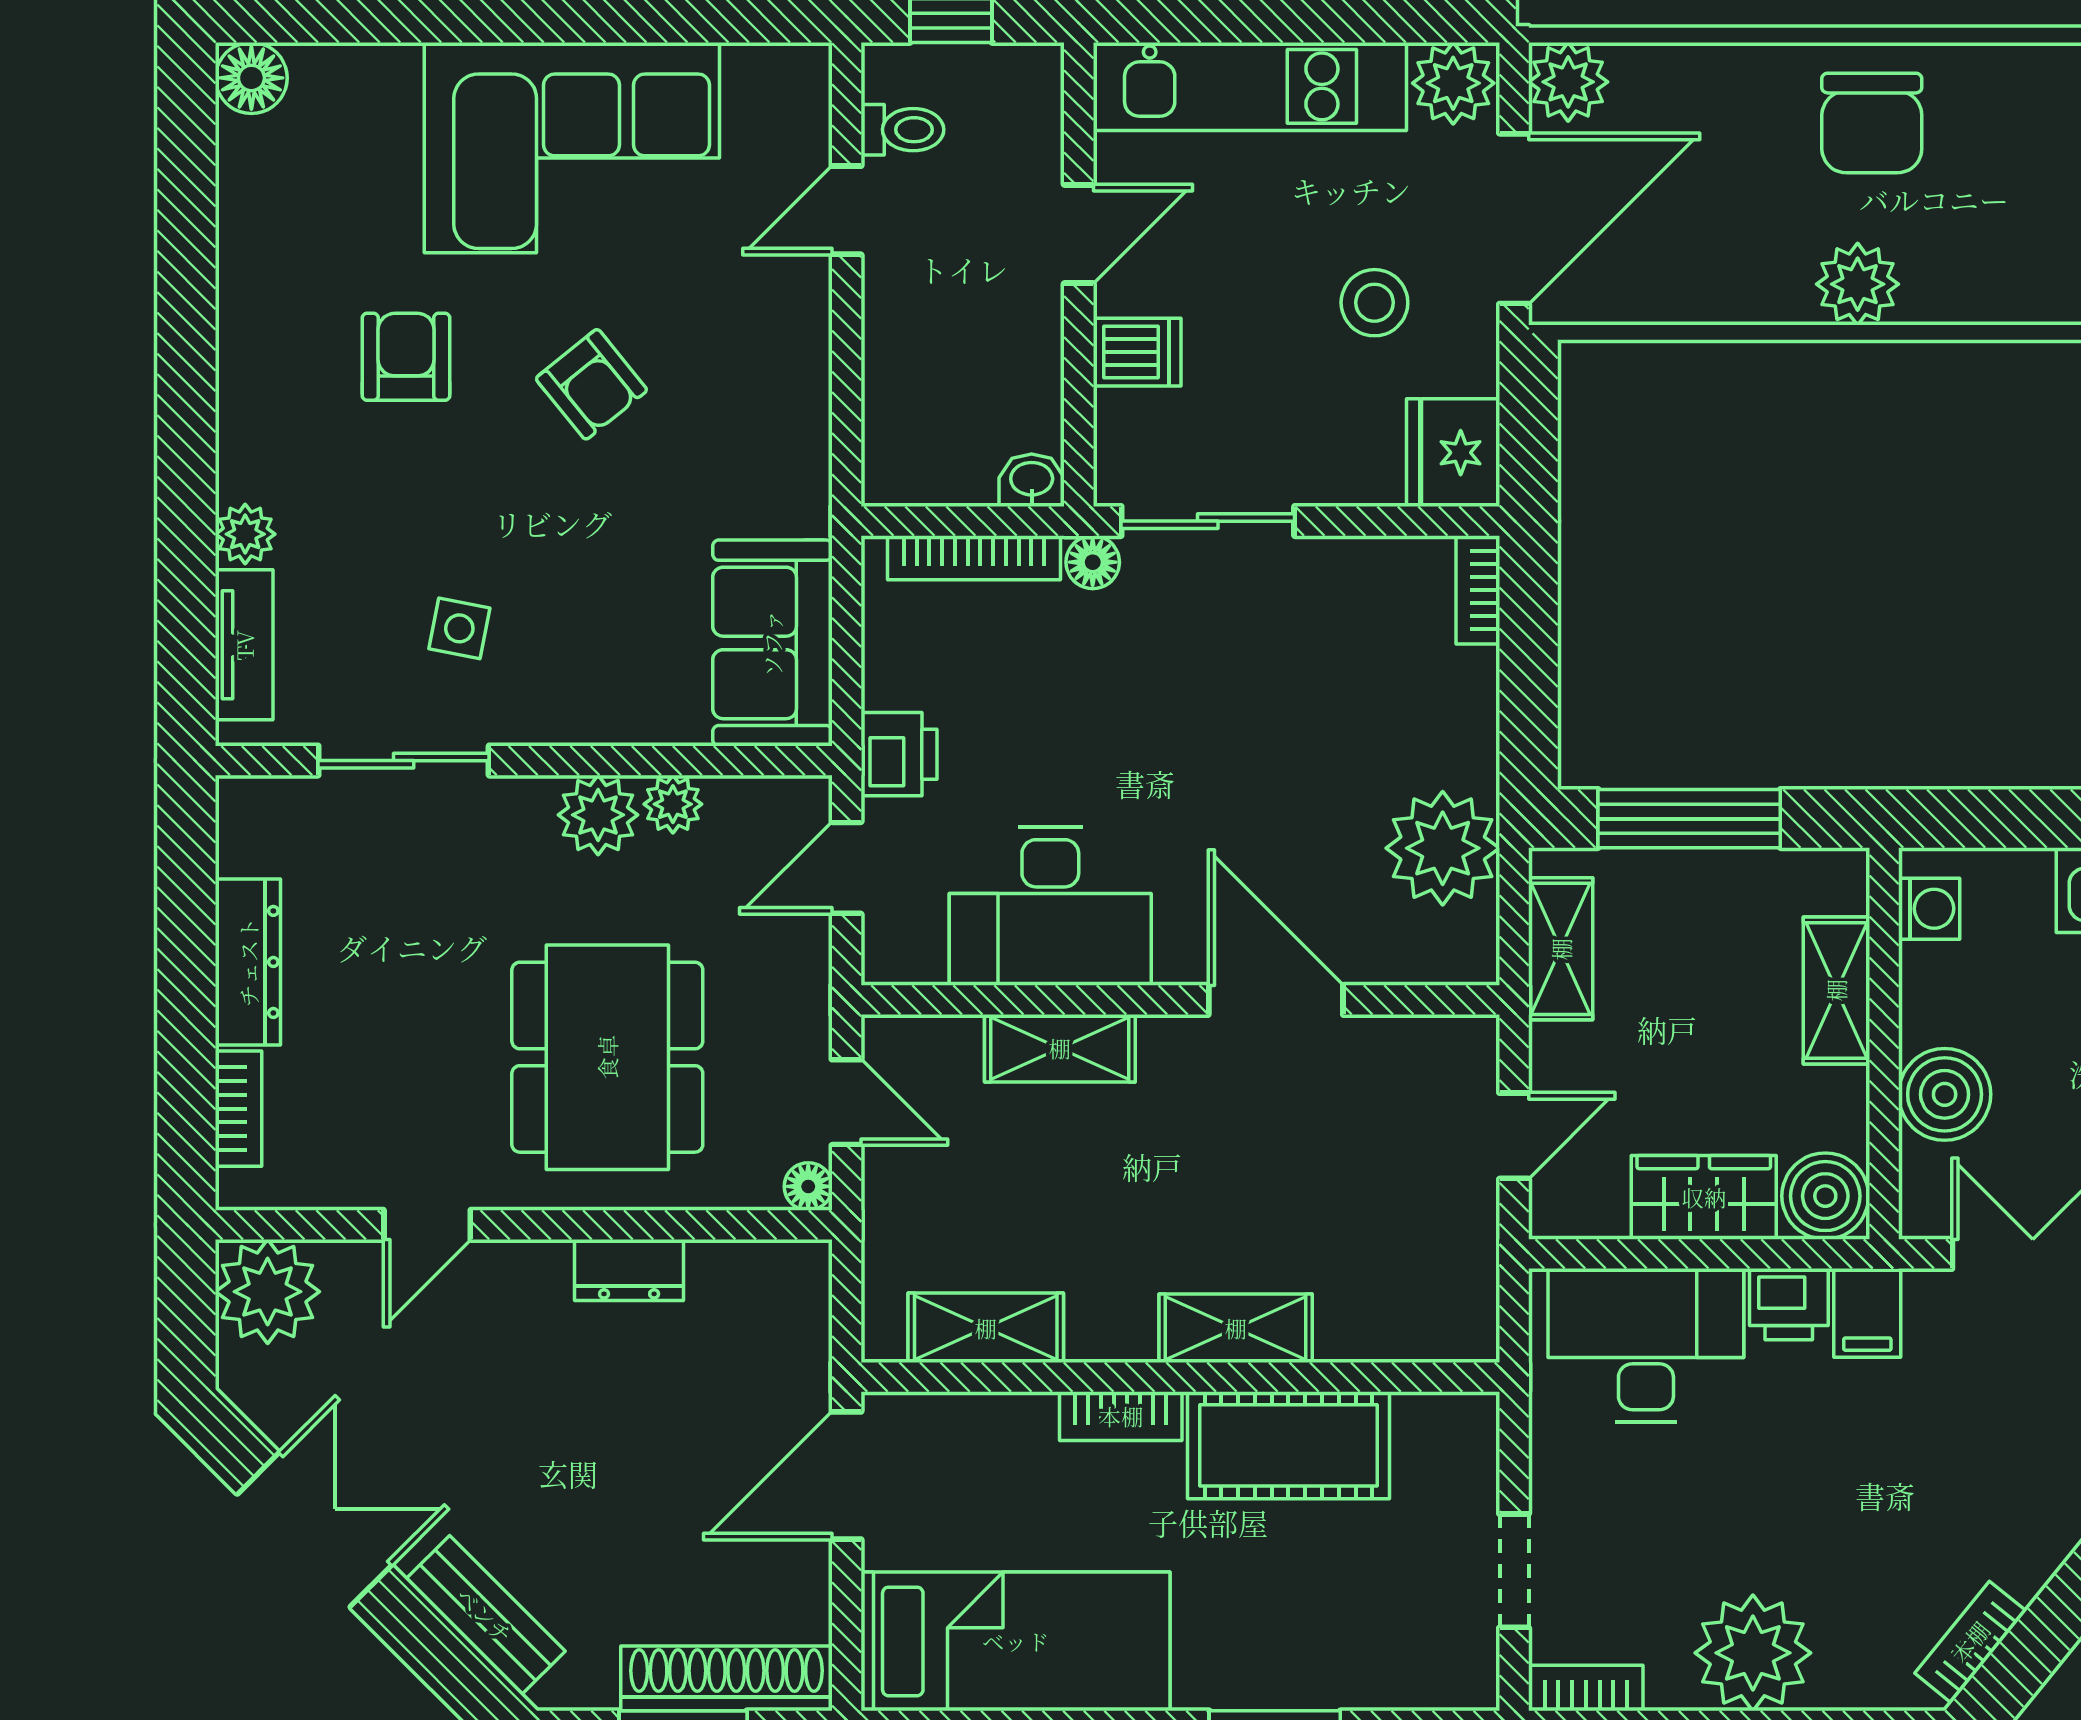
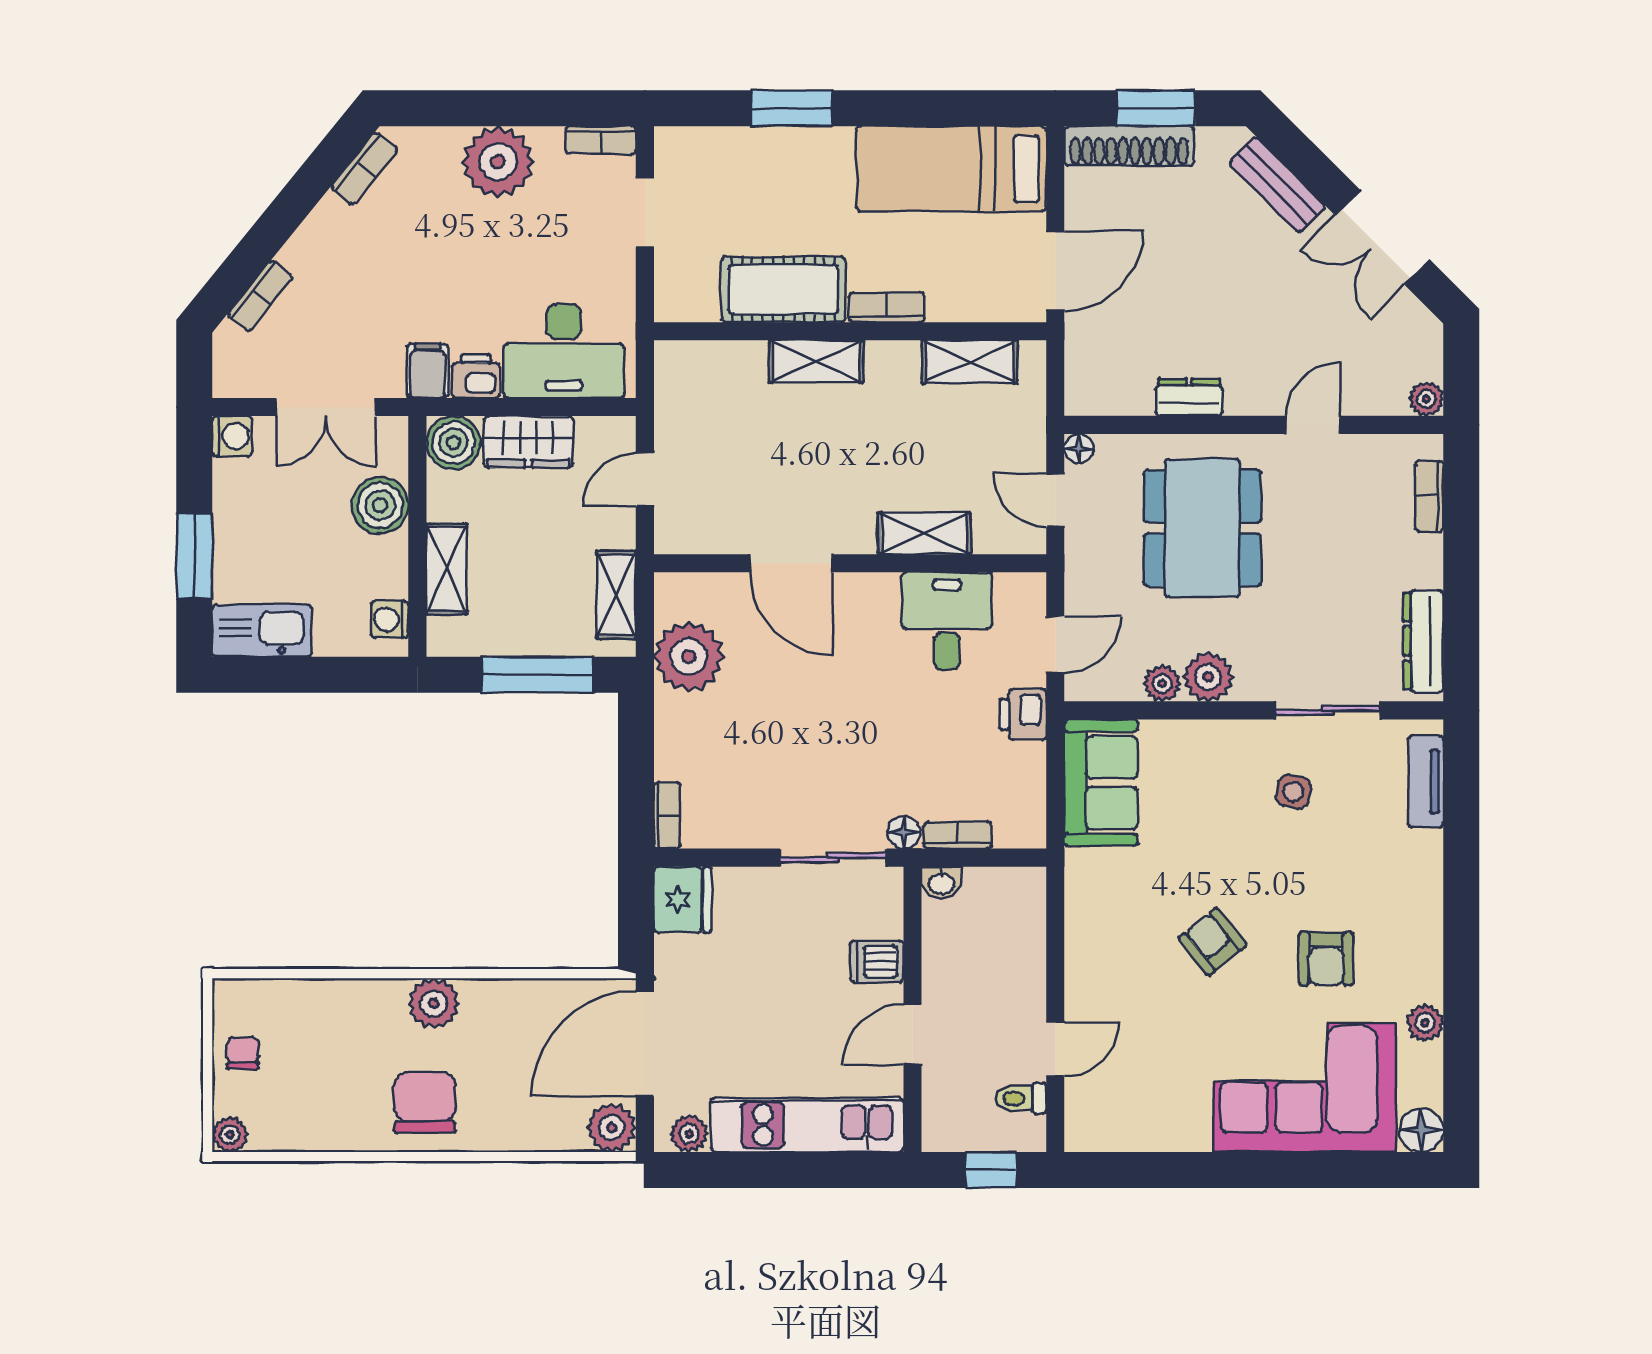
plant: (1453, 83) -> (689, 1134), width x0.73, depth x0.73
corner sofa: (572, 148) -> (1305, 1087), moved
stool: (1374, 303) -> (731, 992), removed
plant: (245, 534) -> (1425, 1023), moved
bookcase: (974, 558) -> (958, 835), width x0.64
desk: (1050, 906) -> (947, 621), width x0.73
dresser: (248, 962) -> (1423, 641), moved
plant: (268, 1292) -> (1426, 399), width x0.53, depth x0.53

